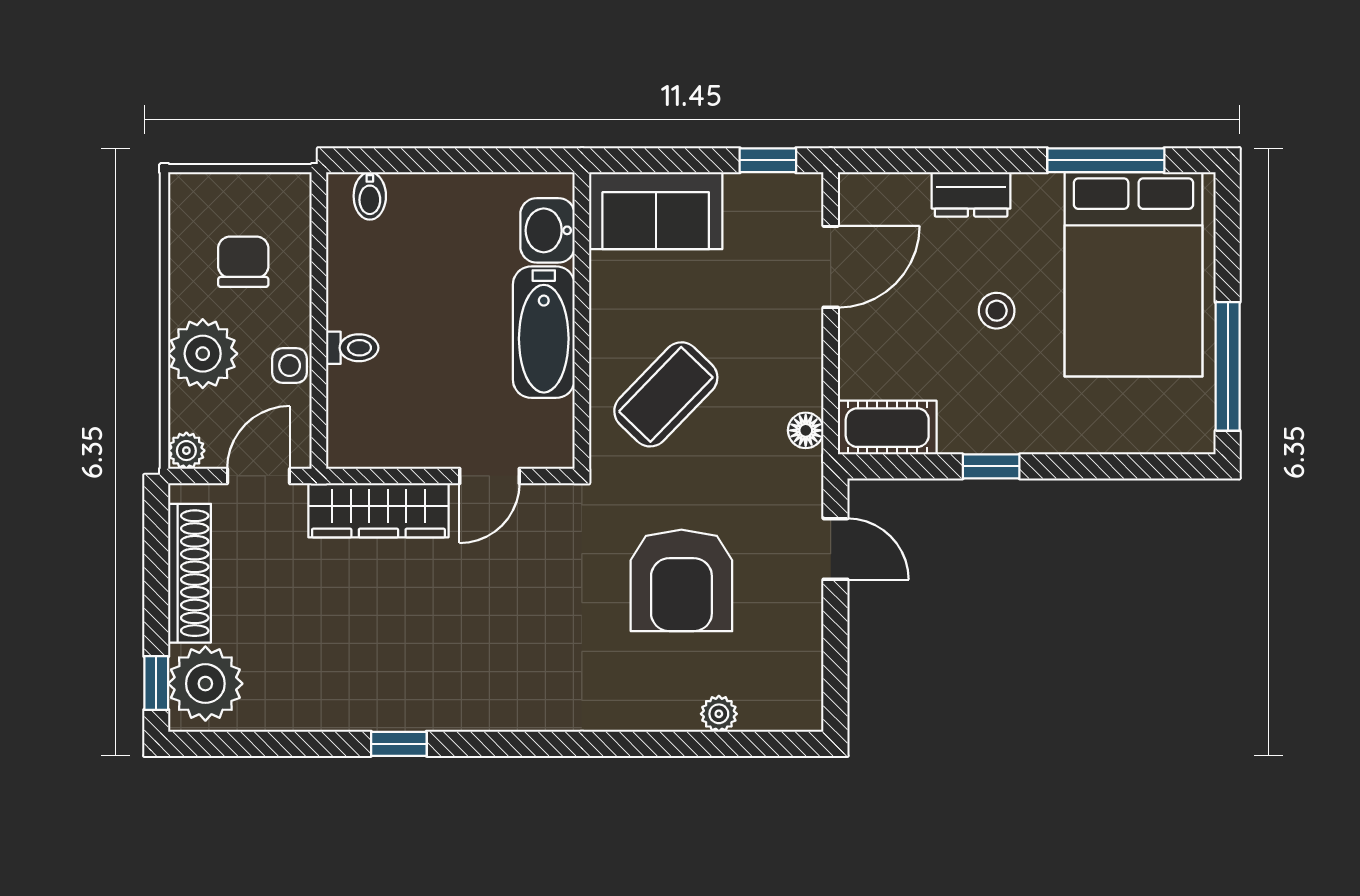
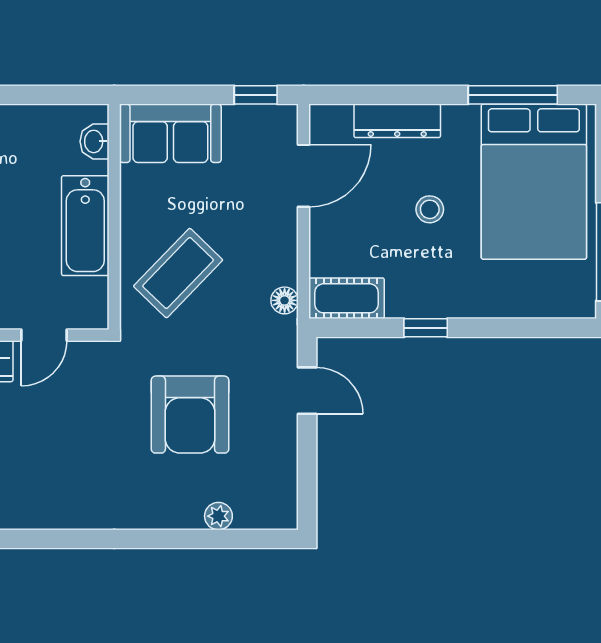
dresser: (971, 194) -> (397, 121), width x1.44
washbasin: (548, 230) -> (94, 141), width x0.72, depth x0.69

